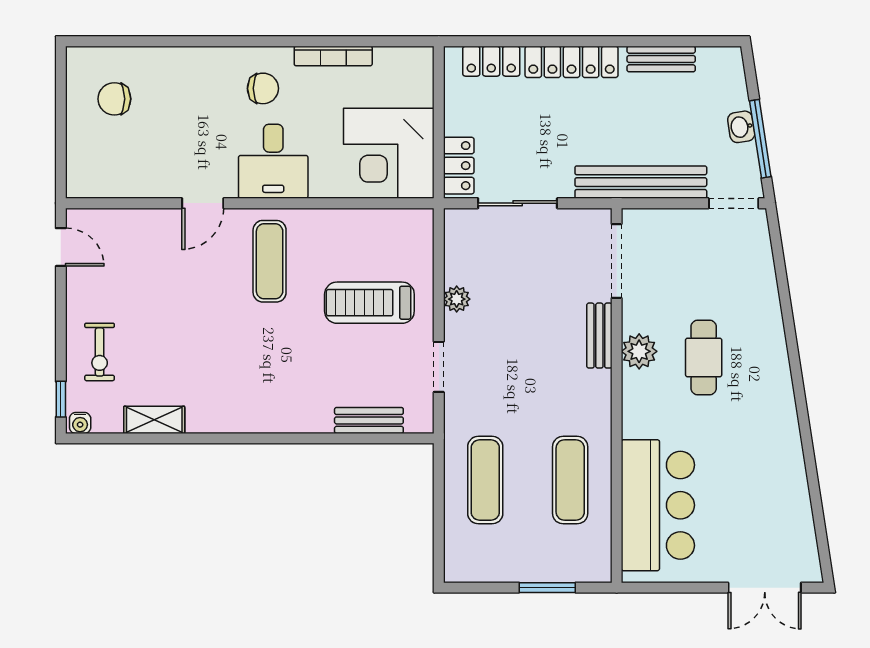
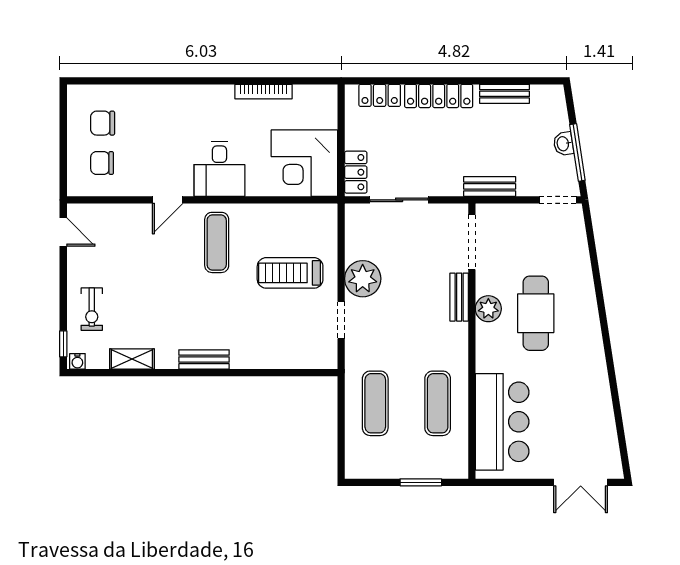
chair: (263, 88) -> (102, 163), moved, turned 180
bench: (641, 182) -> (490, 186), width x0.54, depth x0.82
plant: (457, 299) -> (363, 279), width x1.88, depth x1.88
cafe table: (704, 357) -> (536, 313), width x1.37, depth x1.35
bench: (369, 420) -> (204, 359), moved

